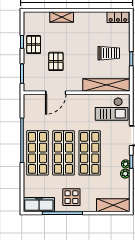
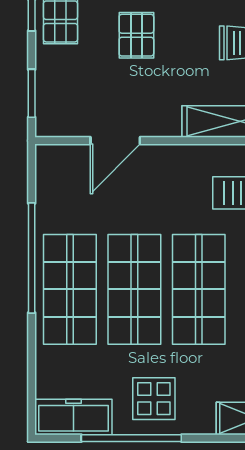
pallet: (56, 61) -> (136, 35), moved

